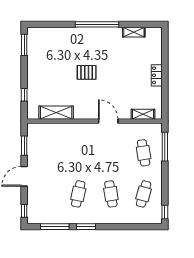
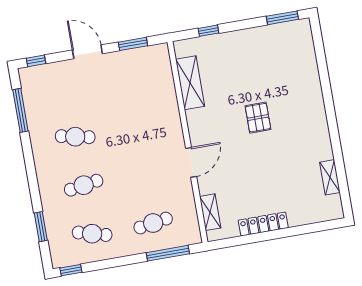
window: (97, 24) -> (332, 121), removed
locker: (157, 75) -> (263, 224), width x1.53
window: (86, 227) -> (41, 227), moved

